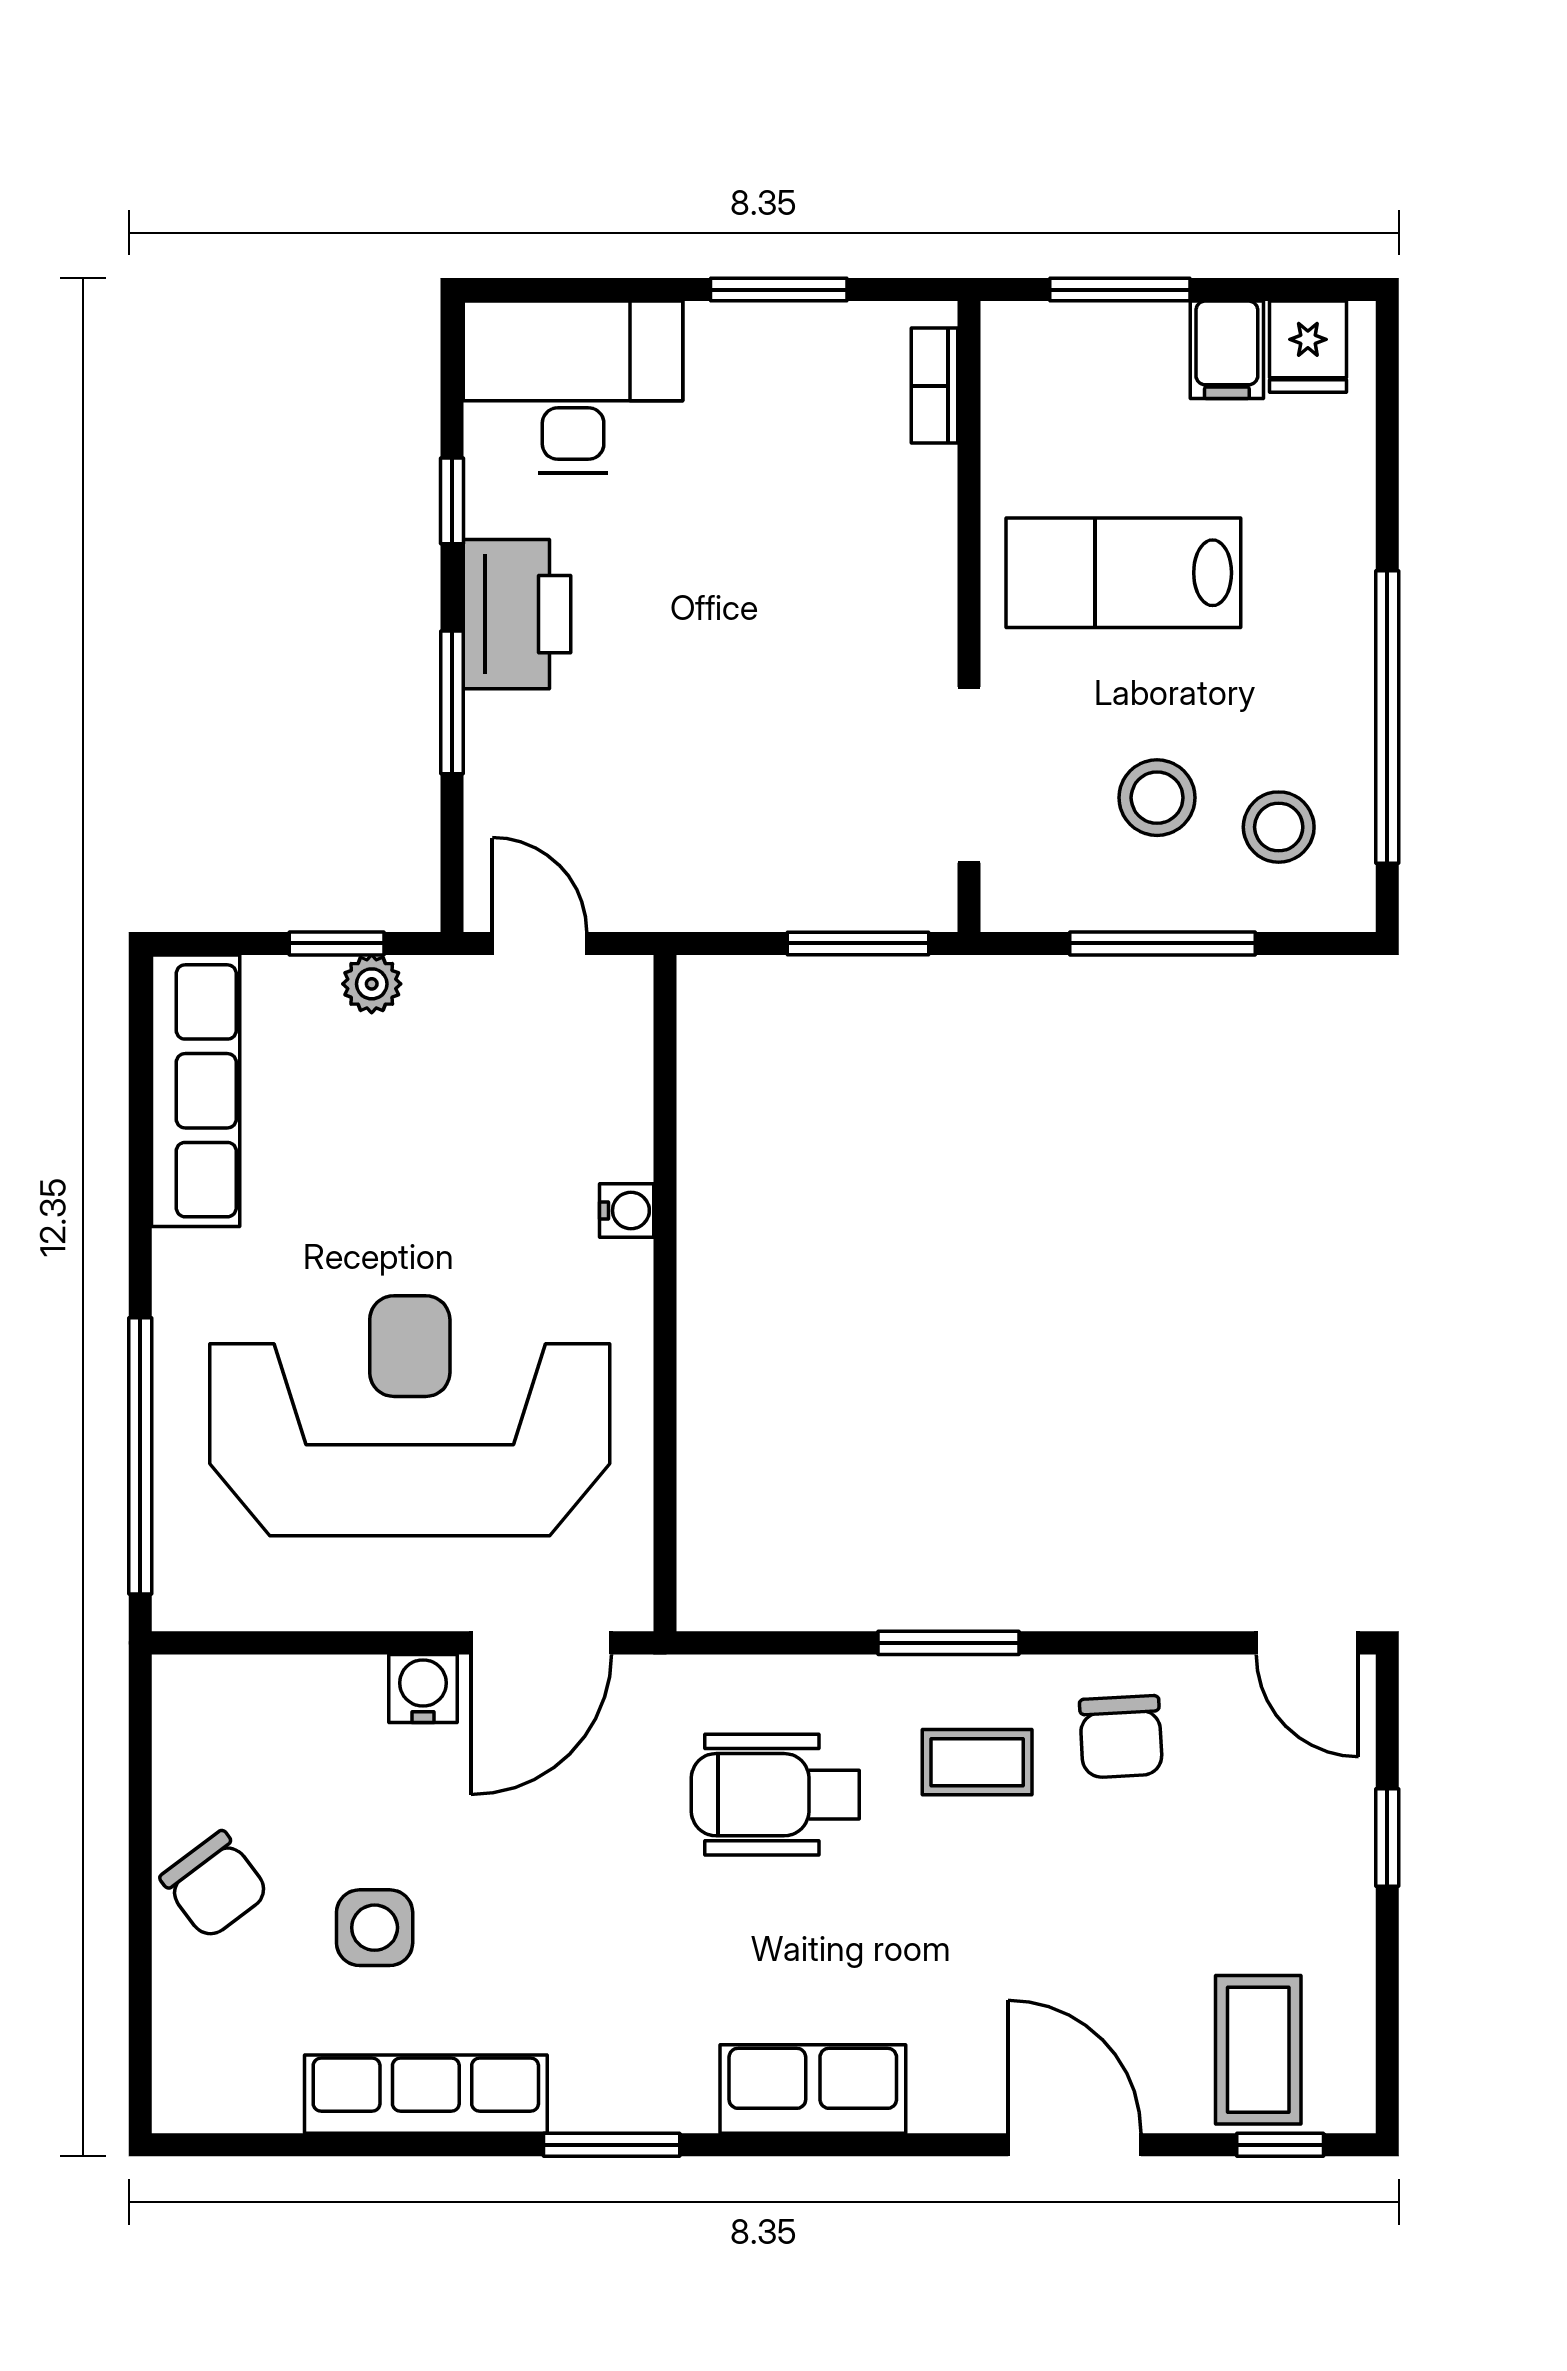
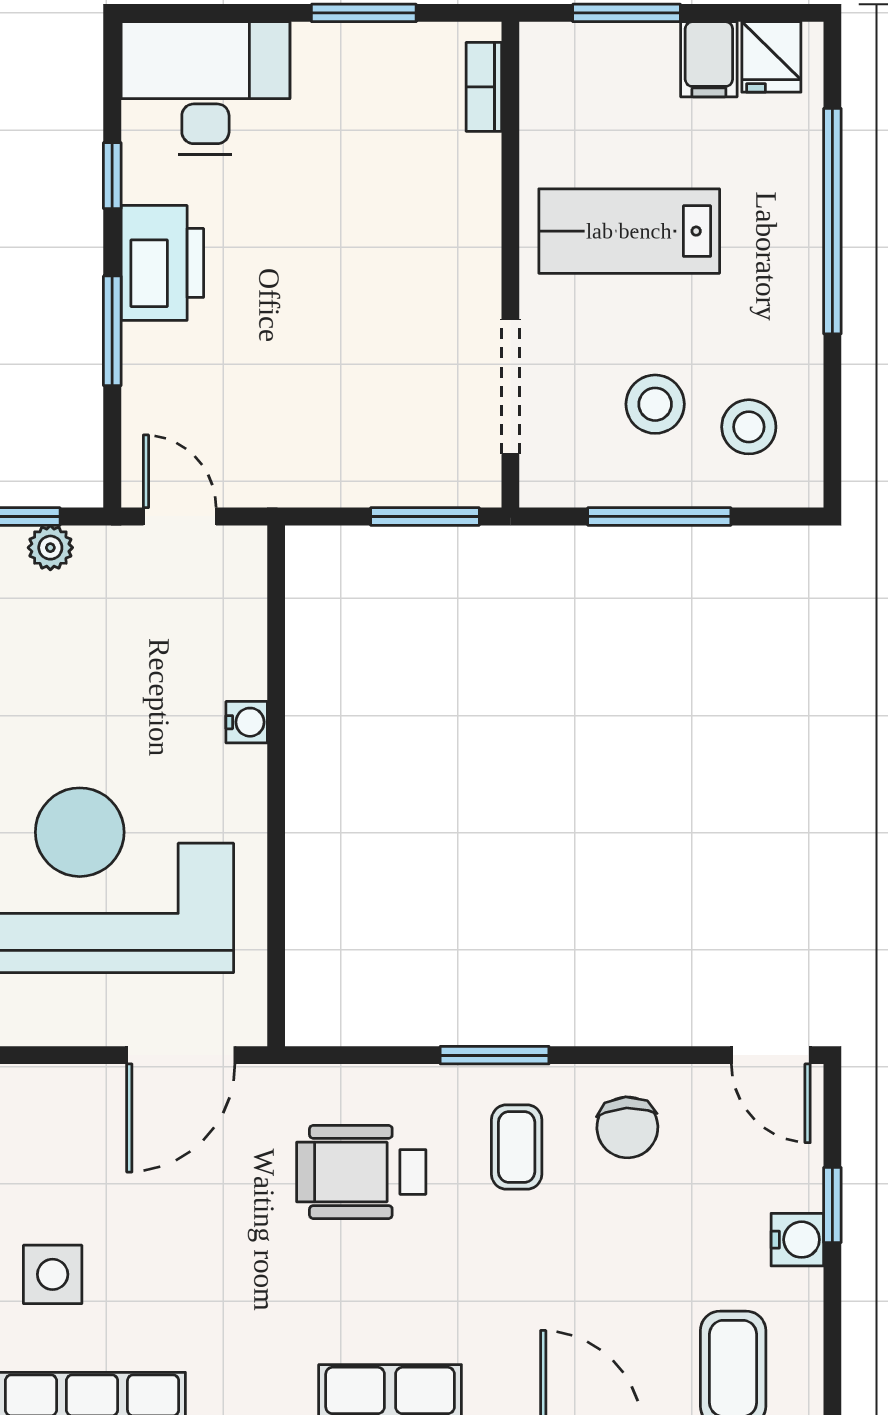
window: (1387, 717) -> (832, 221), moved
water cooler: (423, 1688) -> (797, 1240), moved, turned 90
coffee table: (977, 1762) -> (517, 1147), turned 90

